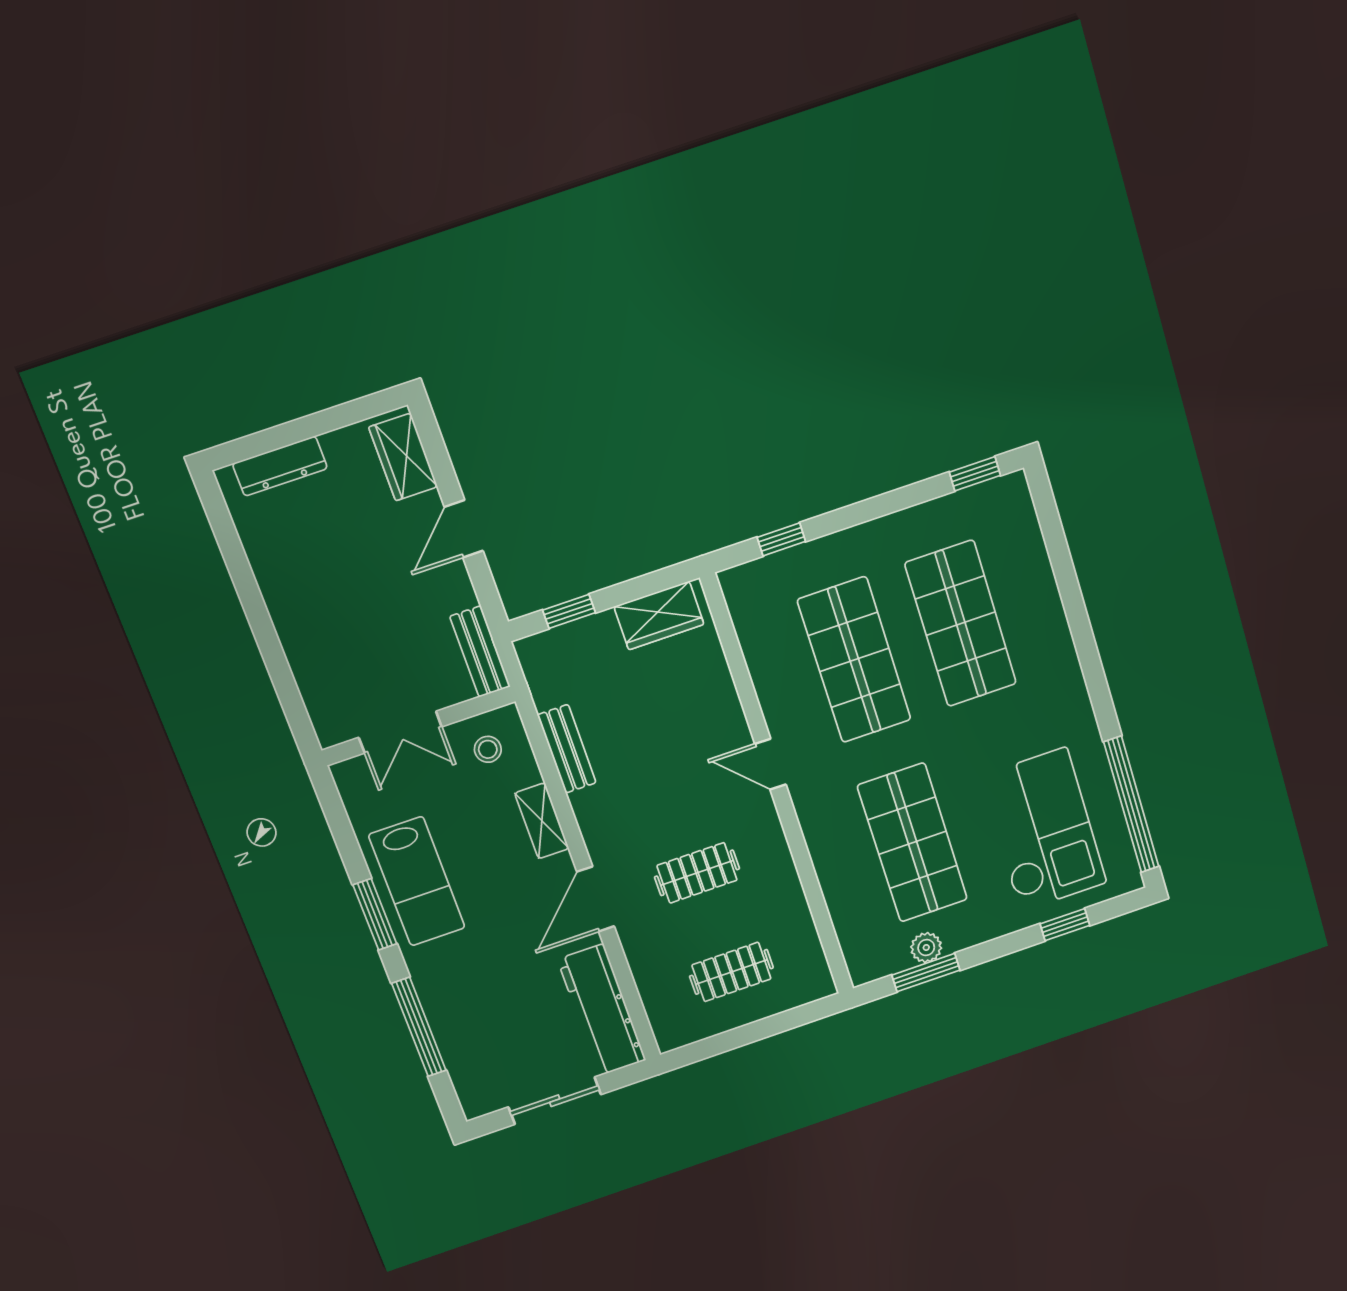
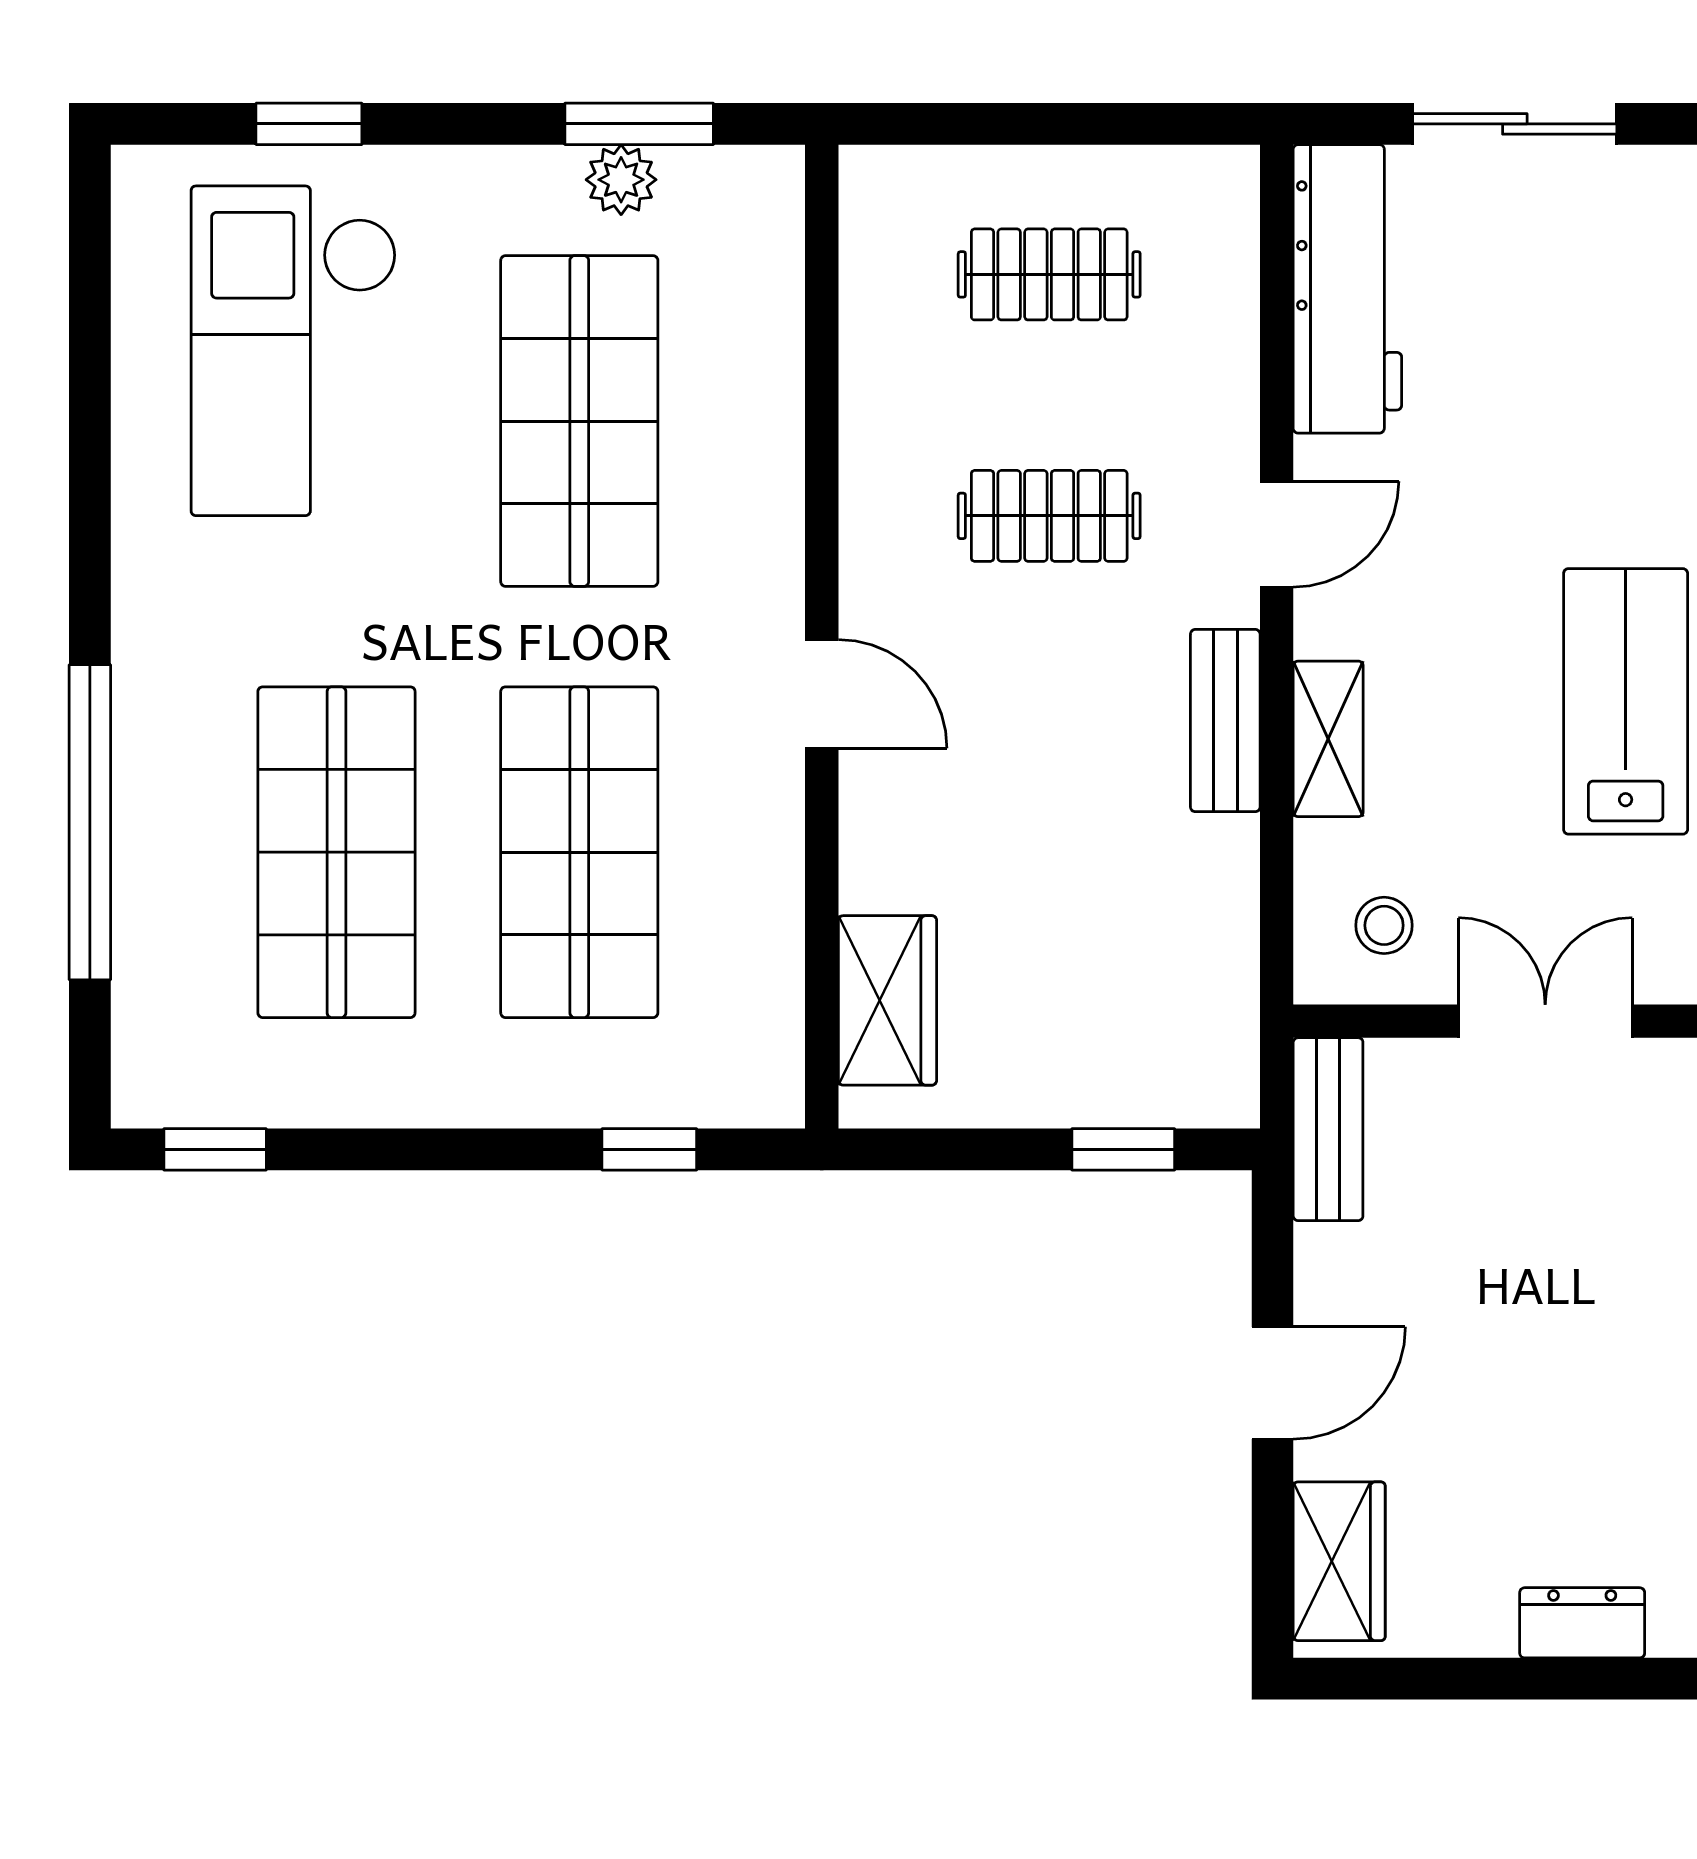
dresser: (280, 466) -> (1582, 1623), width x0.70
wardrobe: (659, 615) -> (887, 1000), moved, turned 90
bench: (567, 749) -> (1225, 721), moved
window: (1131, 805) -> (90, 822), moved
door: (596, 899) -> (1277, 534), width x0.73

